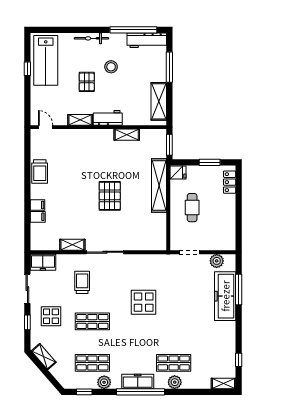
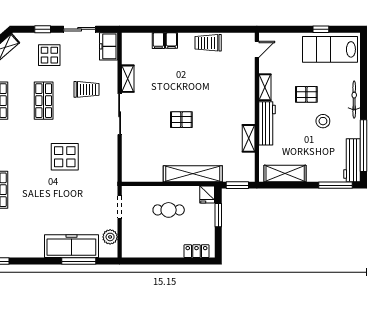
window: (169, 67) -> (335, 185), moved
workbench: (108, 118) -> (267, 123), width x1.38
window: (210, 162) -> (218, 215), moved
pallet: (110, 196) -> (181, 120), width x0.67, depth x0.71

